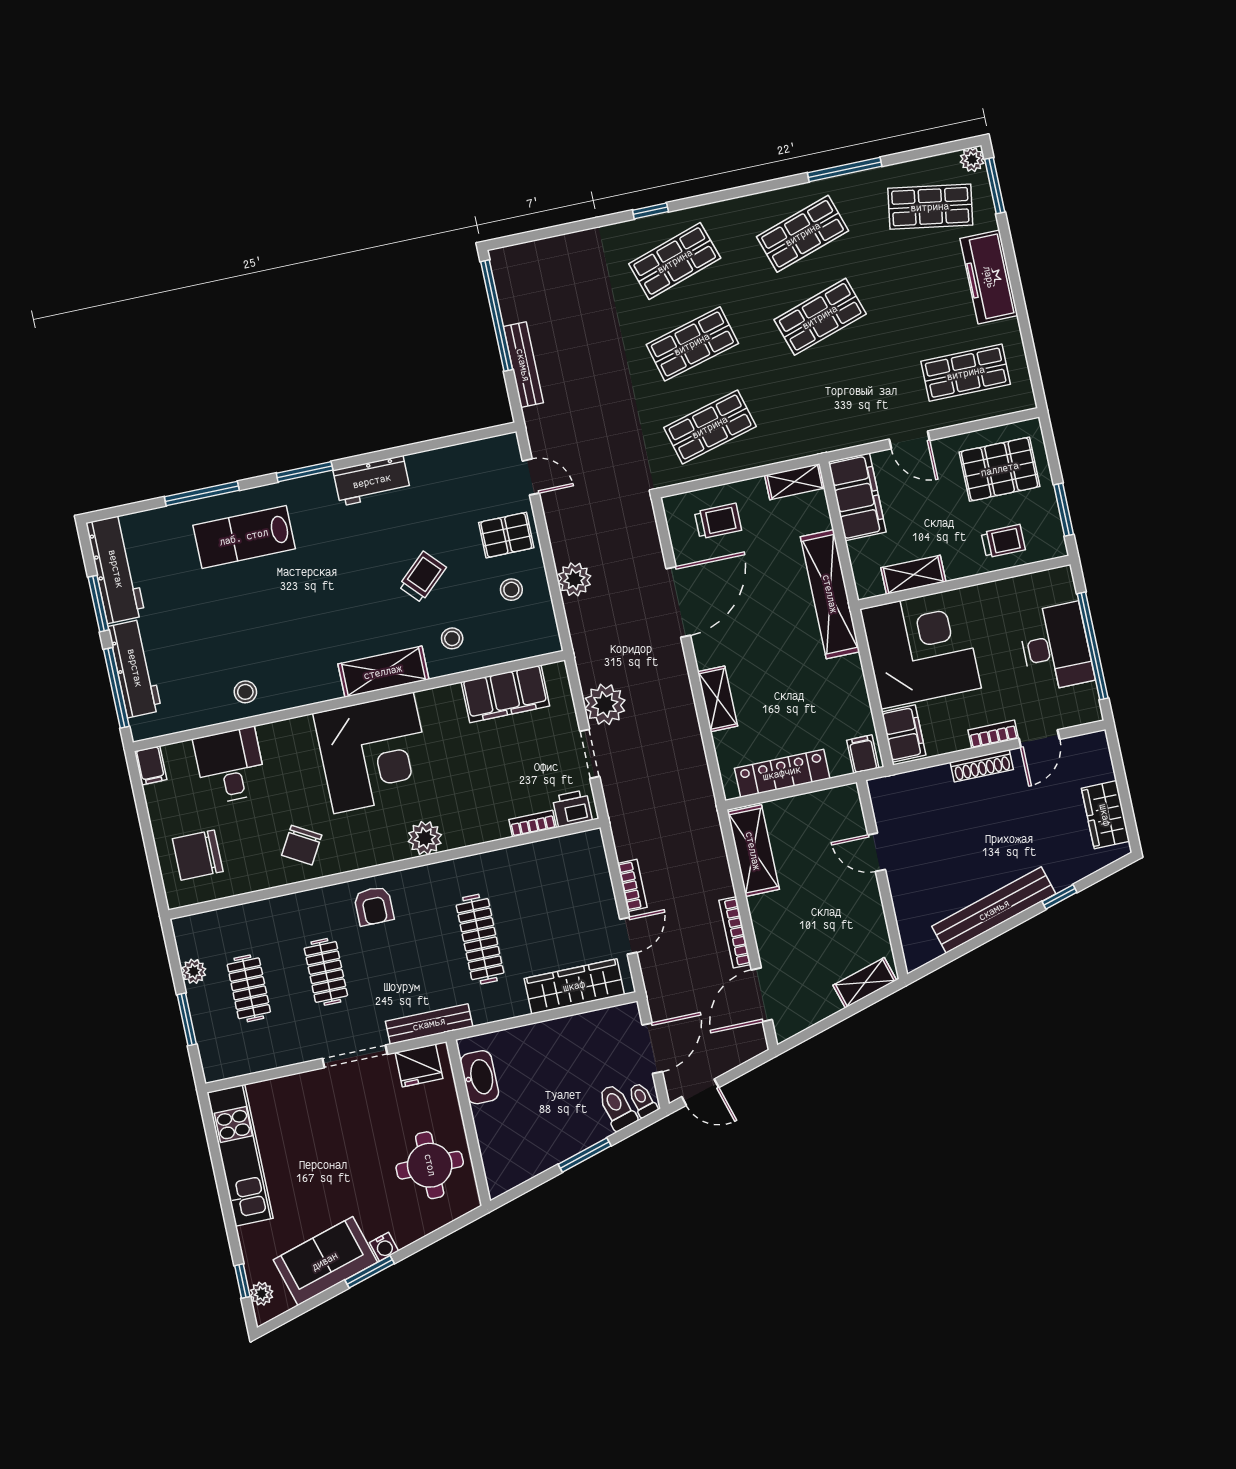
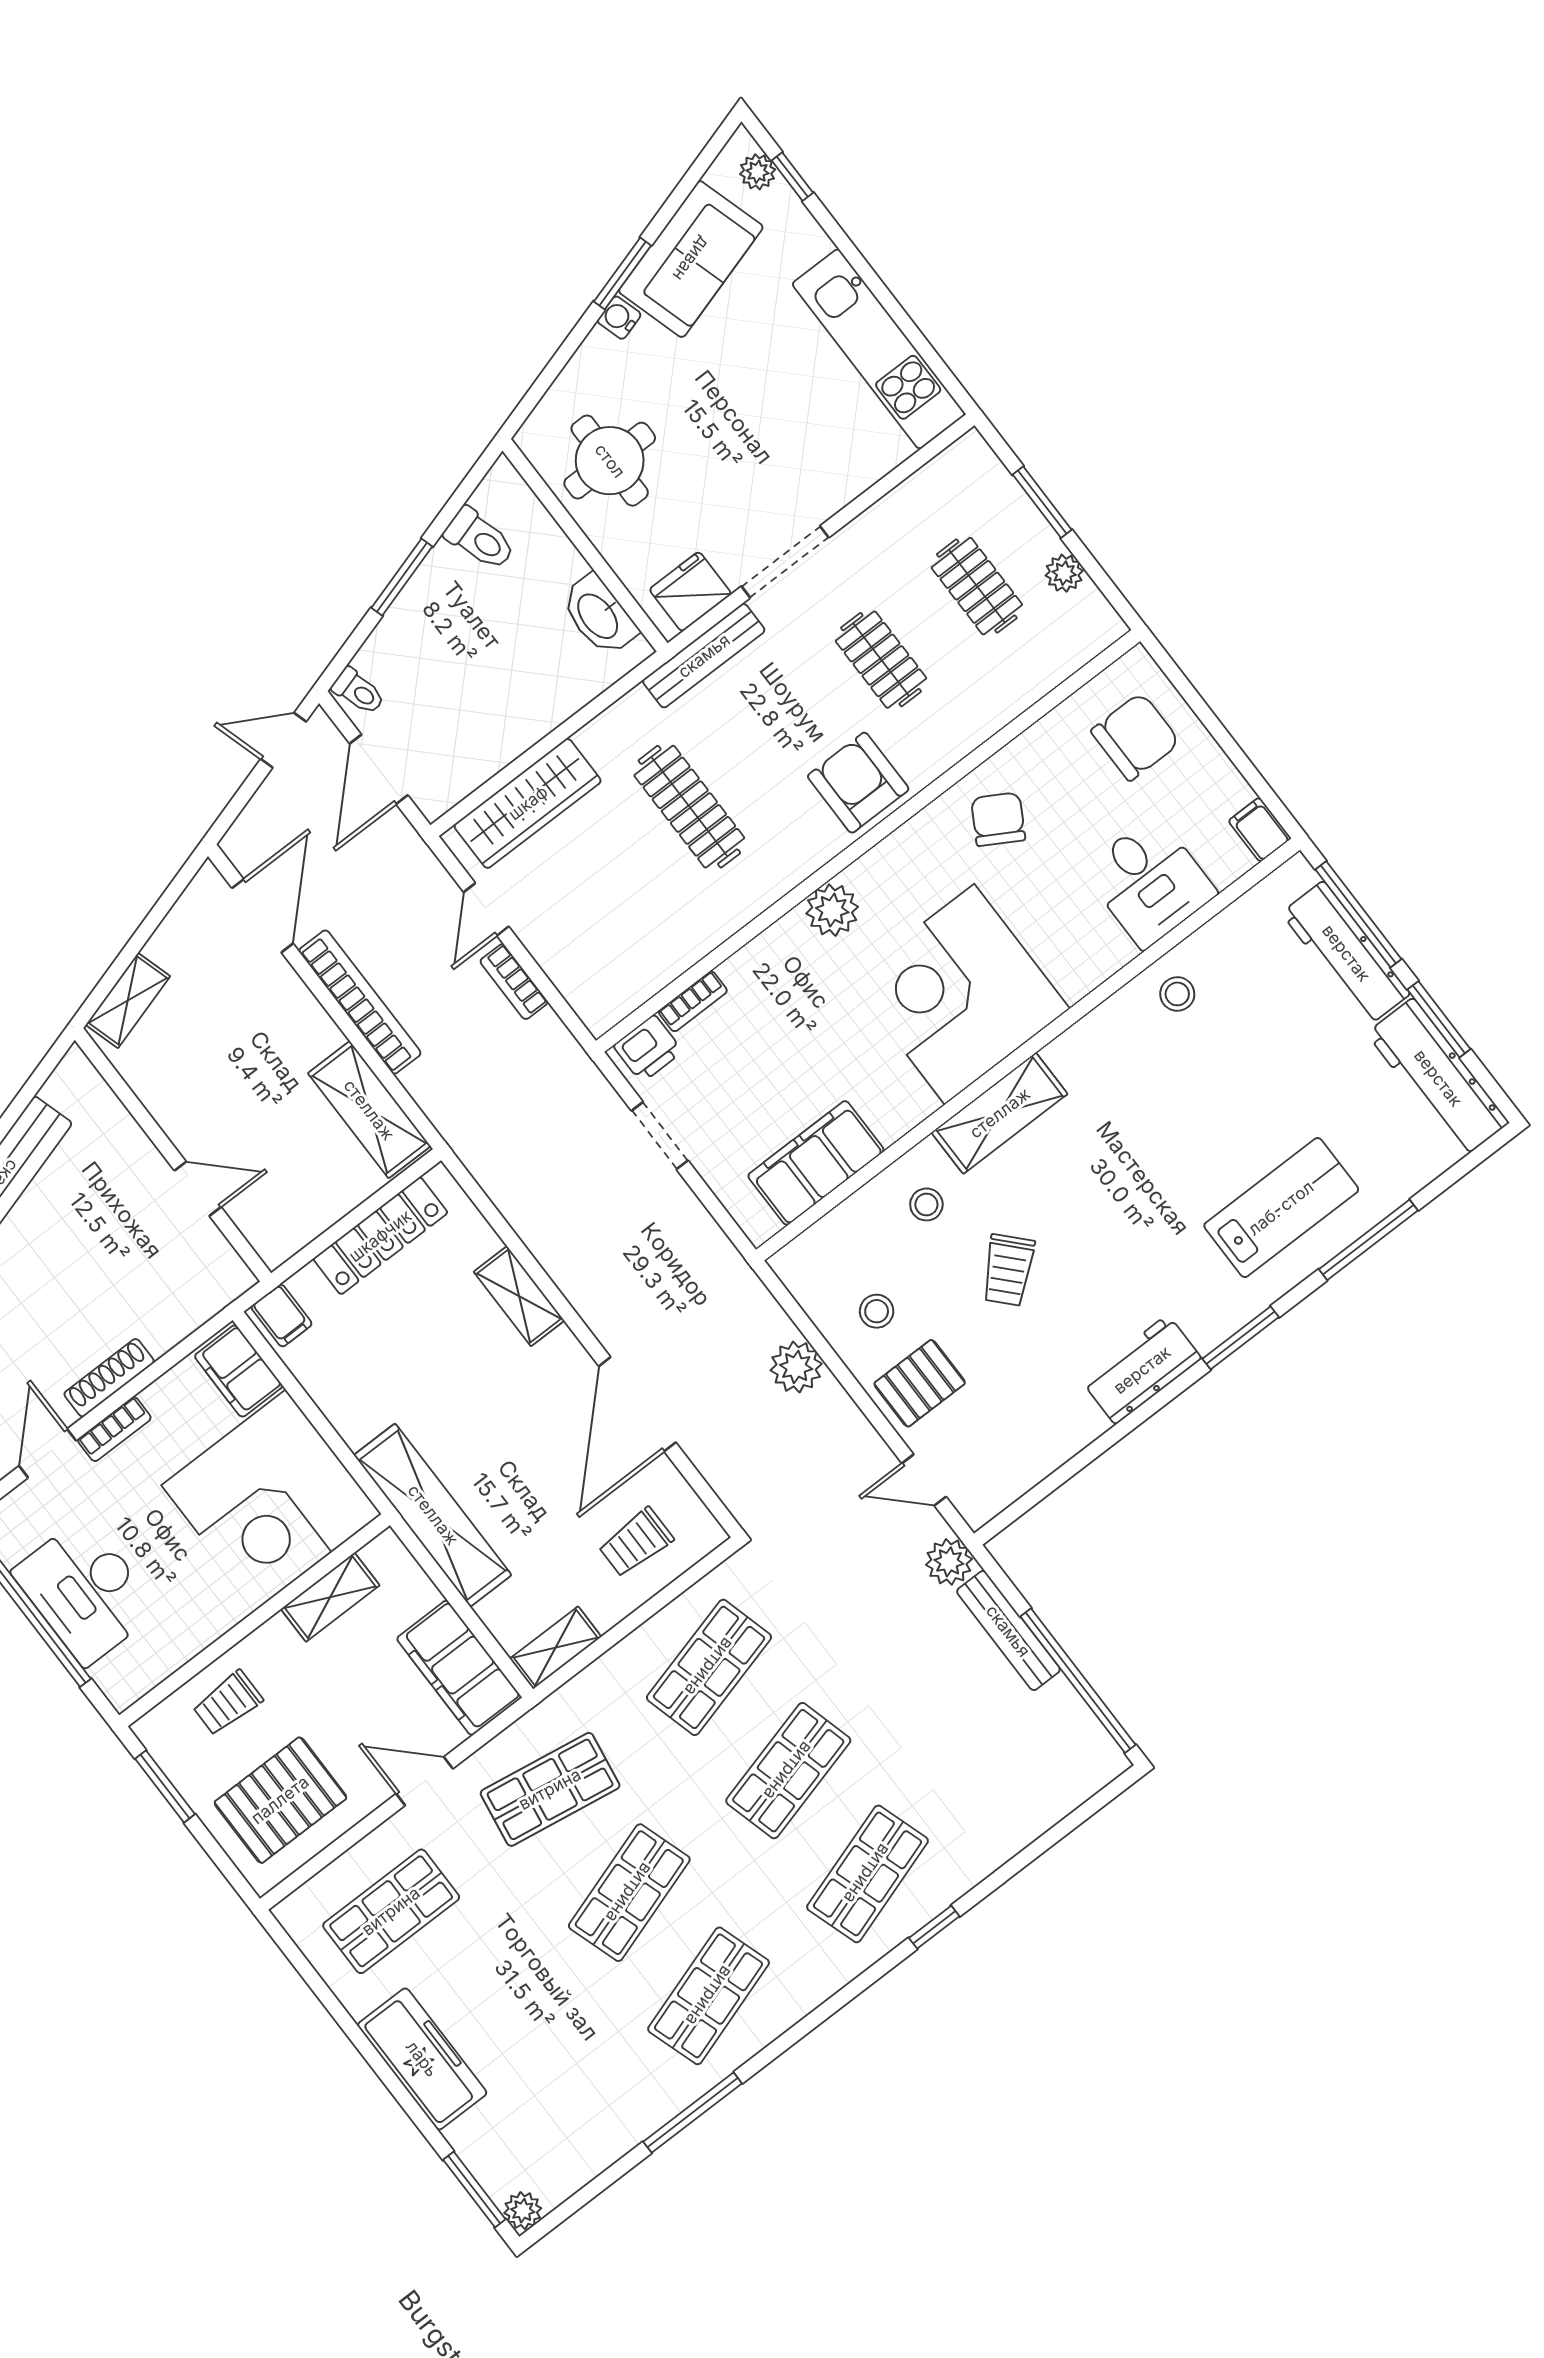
shop shelf: (930, 207) -> (550, 1789), moved
plant: (605, 704) -> (949, 1562), moved, width x0.73, depth x0.73
armchair: (374, 906) -> (858, 783), width x1.38, depth x1.38
bookcase: (735, 932) -> (360, 1002), width x1.48, depth x1.31
toilet: (617, 1107) -> (480, 539), moved

